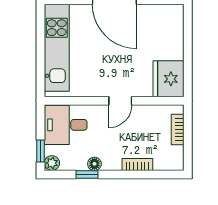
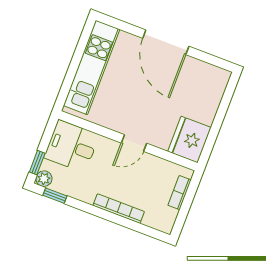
floor lamp: (94, 164) -> (85, 195), removed
bookcase: (137, 164) -> (119, 209), width x1.56
window: (87, 174) -> (55, 196), moved

